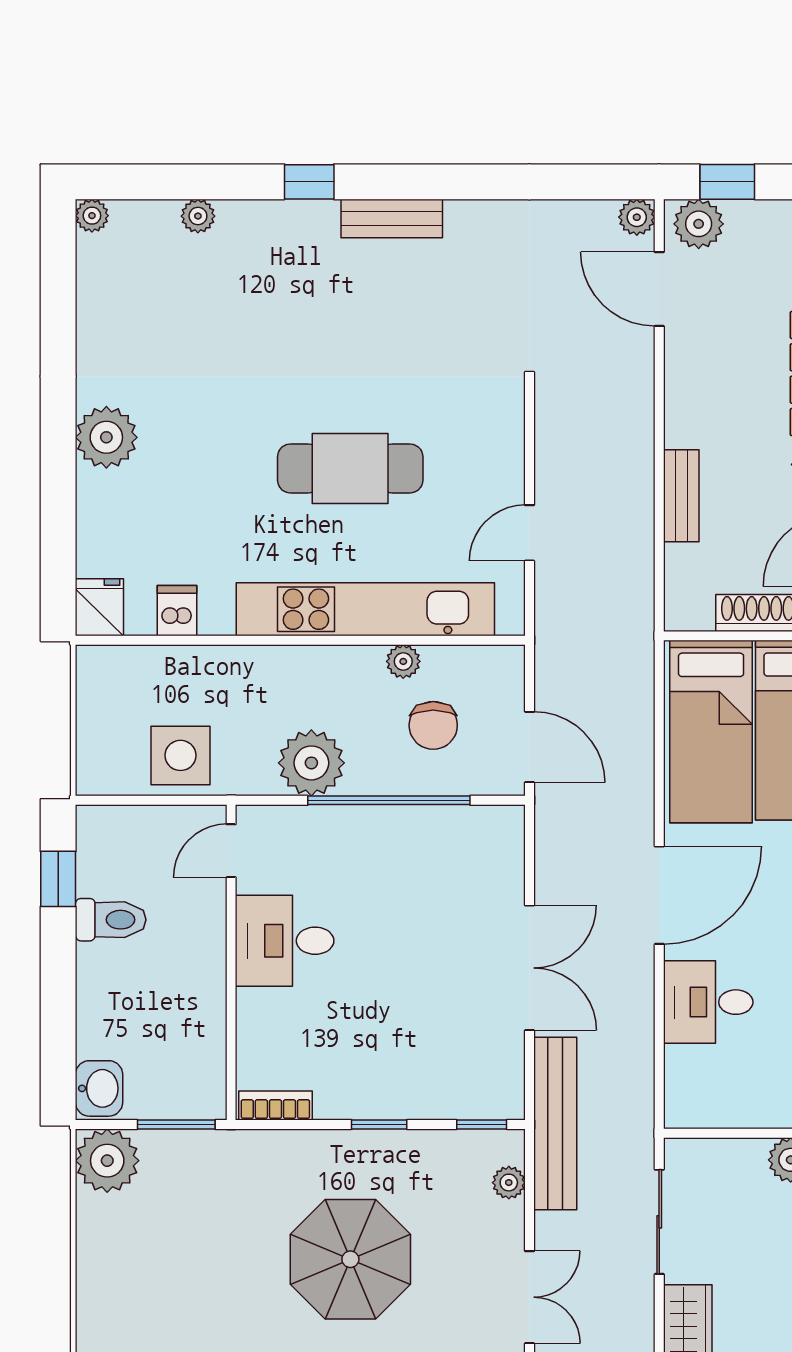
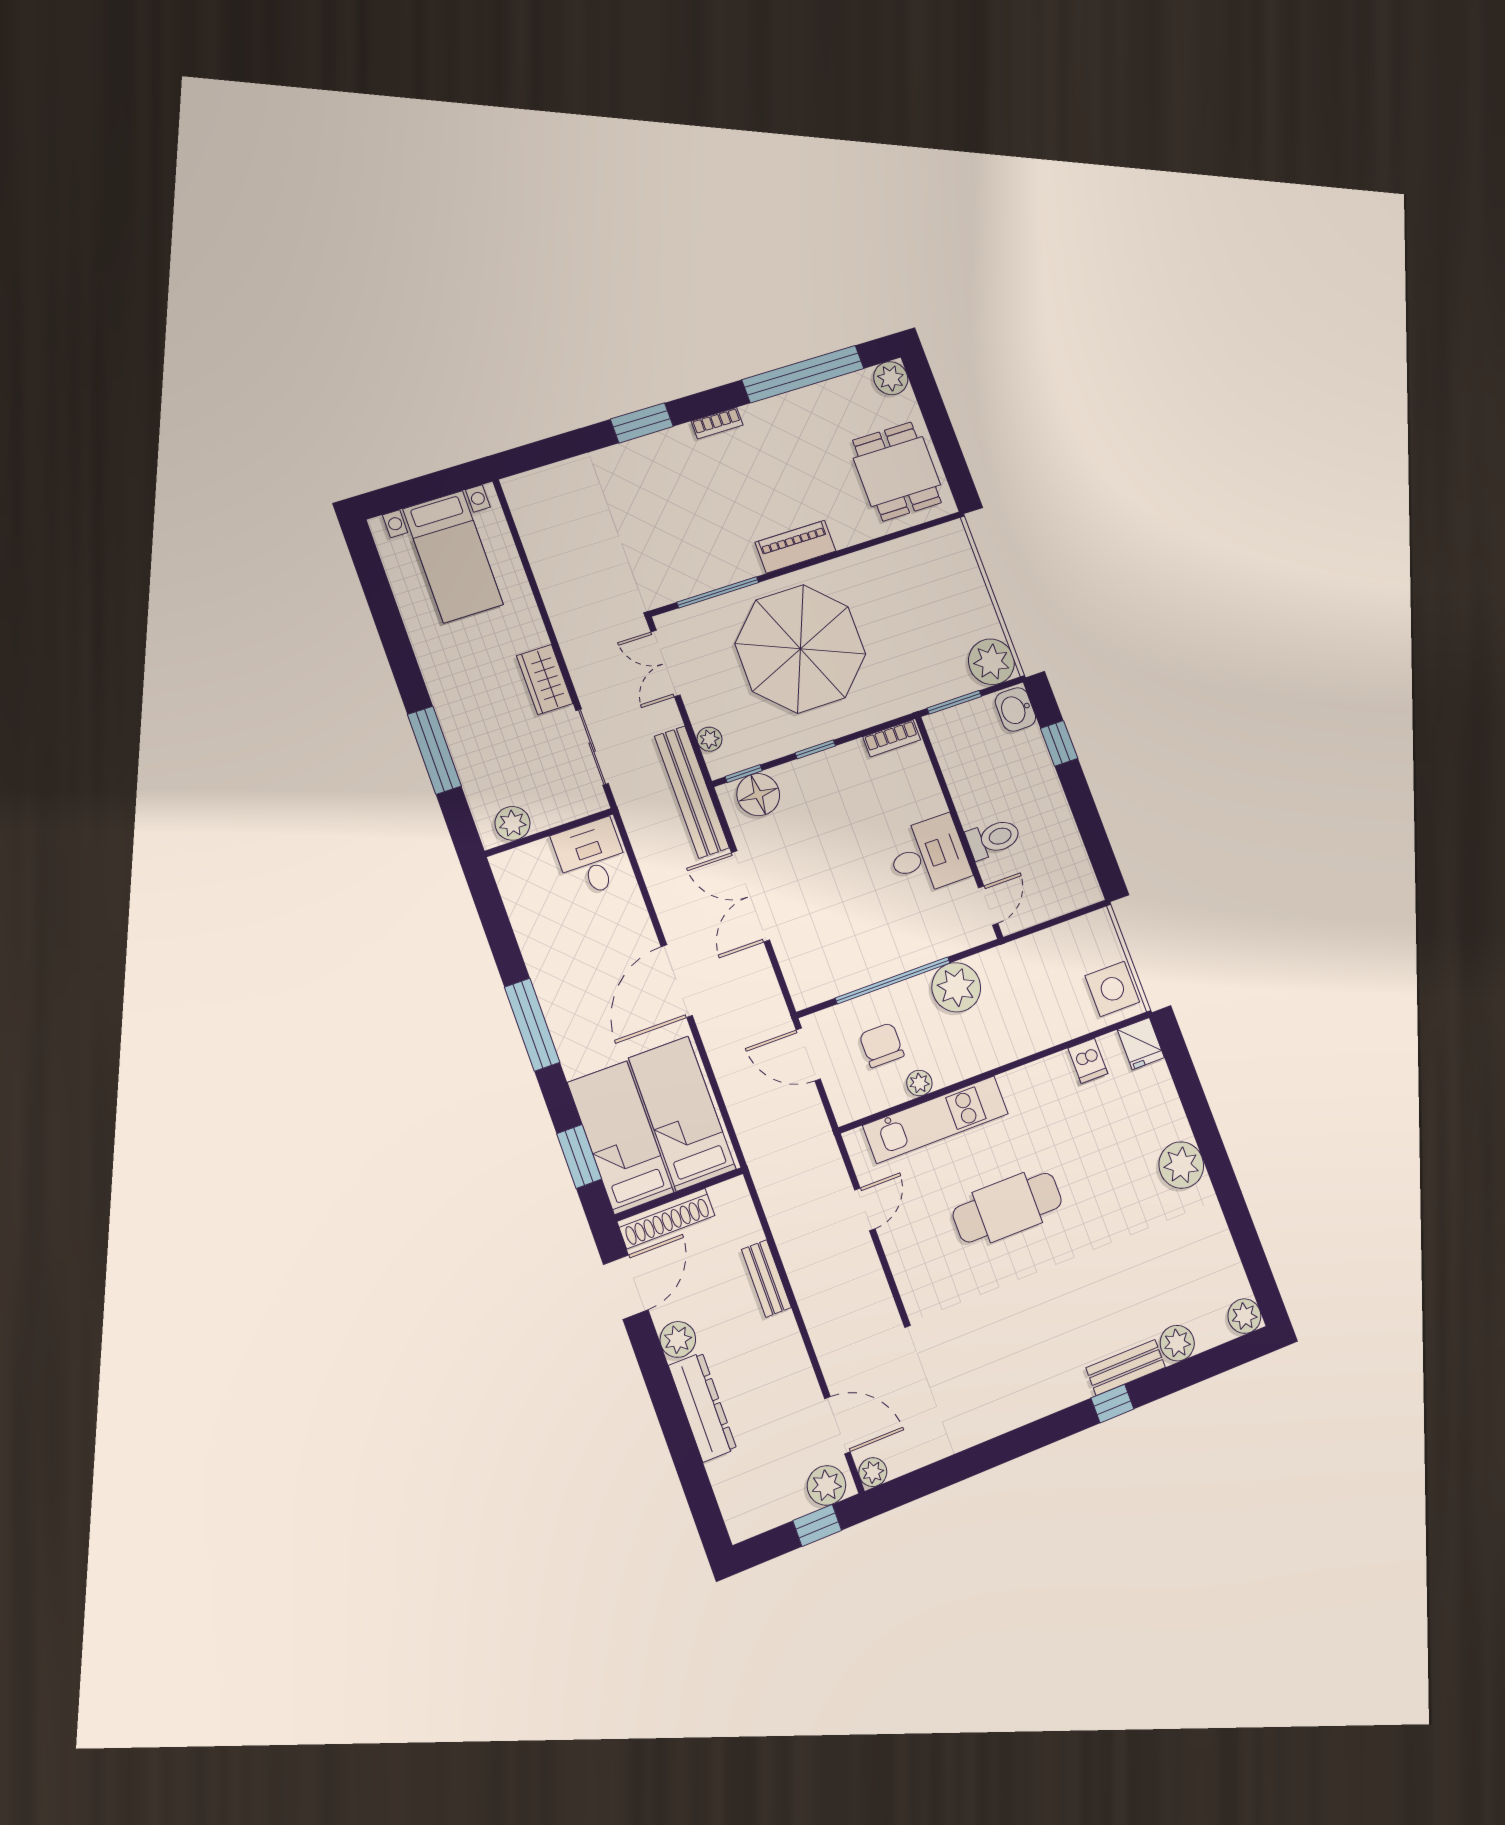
plant: (92, 216) -> (1244, 1316), width x1.38, depth x1.38
plant: (198, 216) -> (1177, 1343), width x1.38, depth x1.38
bench: (392, 218) -> (1126, 1367), moved
kitchen unit: (365, 609) -> (936, 1120), width x0.73
side table: (181, 755) -> (1112, 989), moved
window: (58, 879) -> (1059, 743), moved
toilet: (111, 920) -> (993, 838), moved, turned 180
desk: (708, 1002) -> (591, 858), moved, turned -90
floor lamp: (473, 1092) -> (758, 795), added
parasol: (350, 1259) -> (800, 649), width x1.36, depth x1.36

